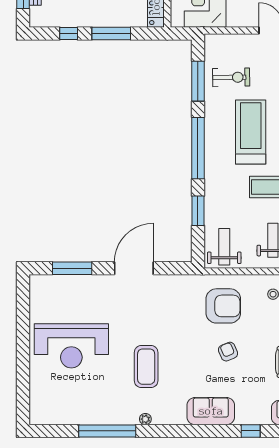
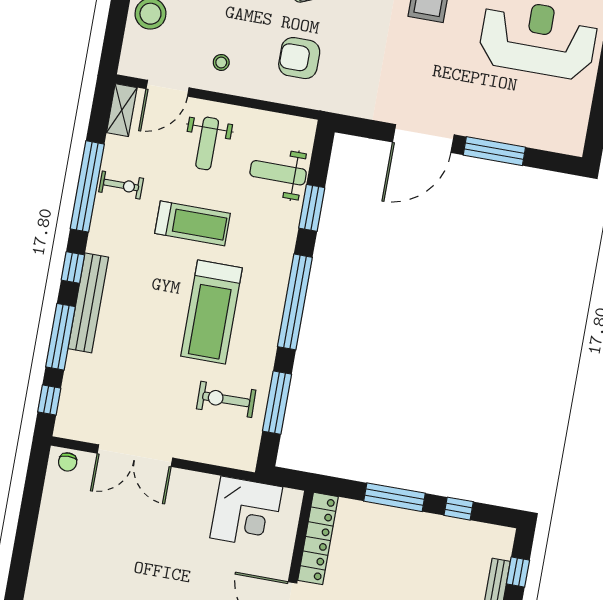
weight bench: (224, 247) -> (278, 173), moved, turned 90
window: (72, 268) -> (494, 151), moved
armchair: (223, 306) -> (299, 58), width x0.73, depth x0.73

